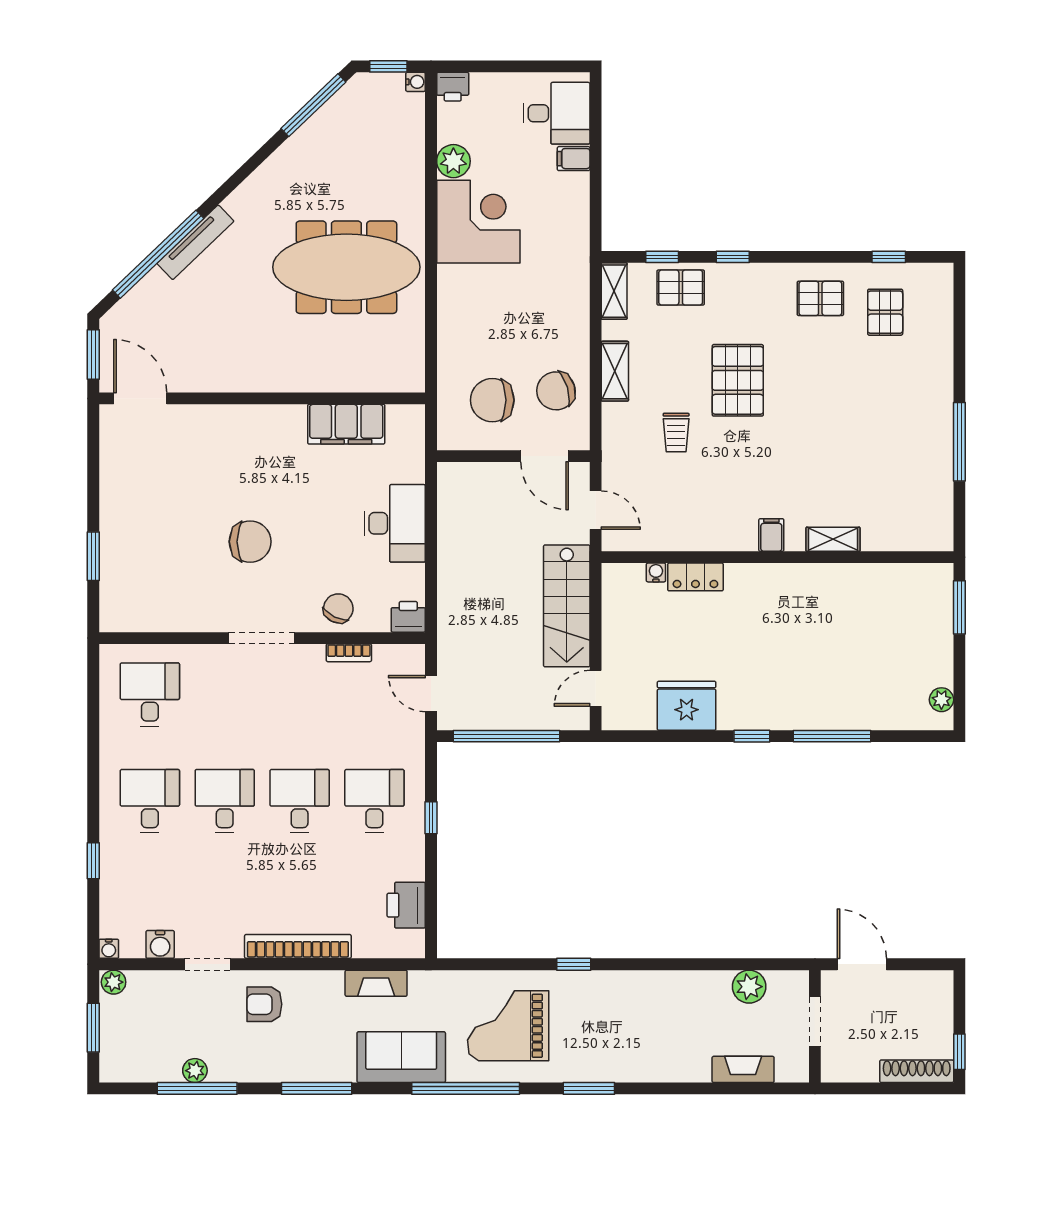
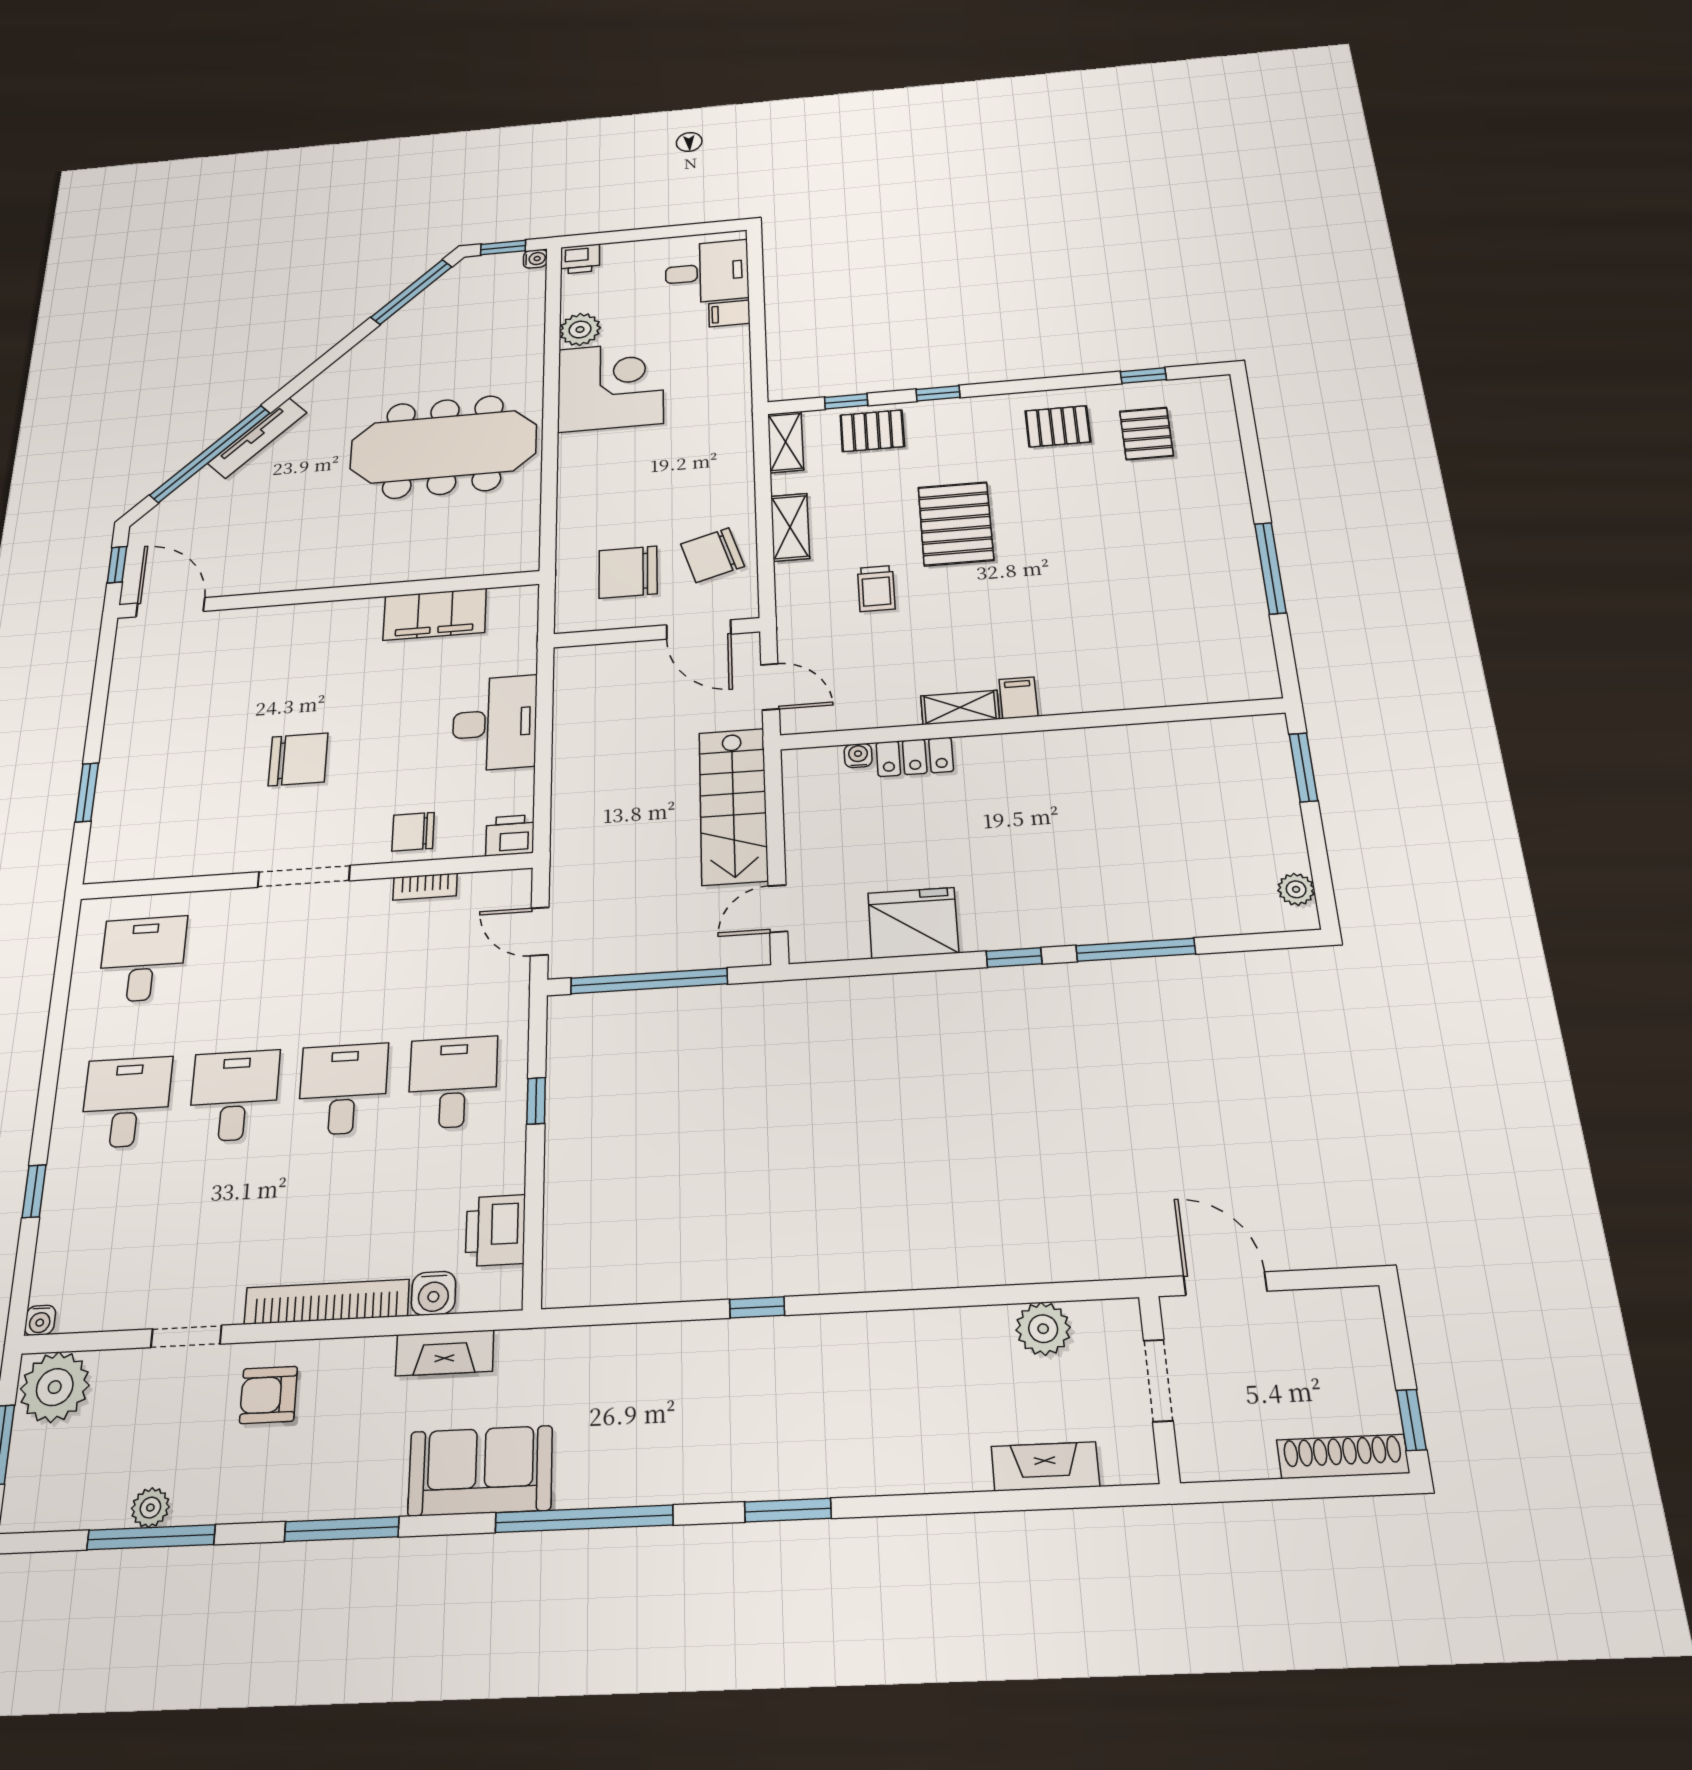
window: (93, 354) -> (117, 565), width x0.67
shelving: (833, 539) -> (960, 707), moved
chair: (338, 608) -> (413, 832), turned -116
water cooler: (160, 944) -> (434, 1293), moved
plant: (114, 982) -> (55, 1387), width x1.88, depth x1.88
grand piano: (508, 1026) -> (653, 1411), removed

